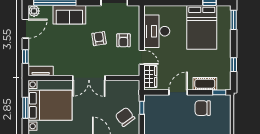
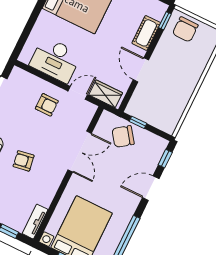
armchair: (99, 39) -> (24, 161), moved
double door: (89, 78) -> (80, 152), moved
chair: (203, 108) -> (185, 29), moved
chair: (125, 117) -> (123, 137), moved

